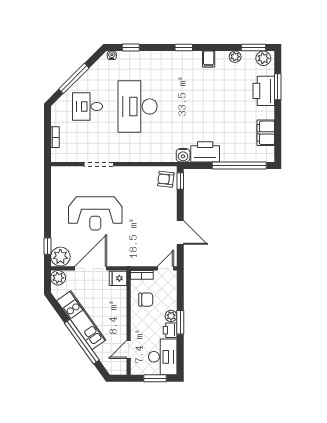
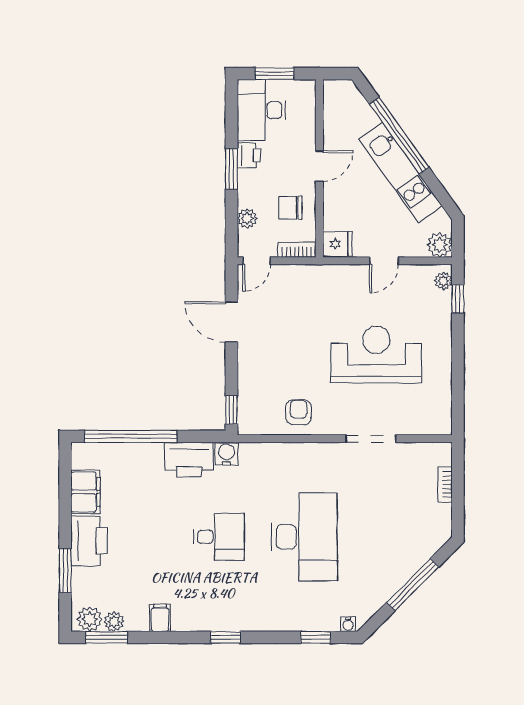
plant: (235, 57) -> (114, 622), moved
filing cabinet: (209, 59) -> (160, 618), moved
printer: (264, 91) -> (89, 541), moved
desk: (88, 106) -> (219, 537), moved
armchair: (166, 179) -> (299, 412), moved, turned -96
plant: (60, 257) -> (443, 281), width x0.53, depth x0.53
door: (91, 268) -> (384, 261), width x0.53
plant: (171, 316) -> (247, 218), moved
door: (129, 349) -> (319, 166), moved

